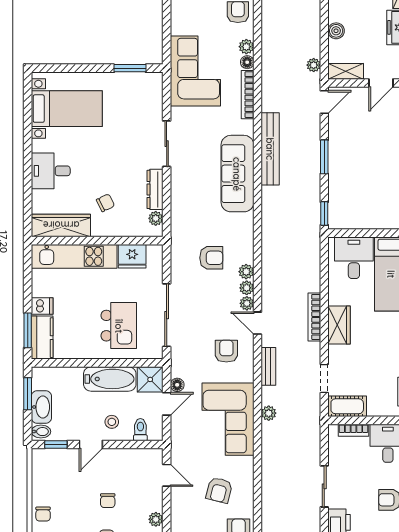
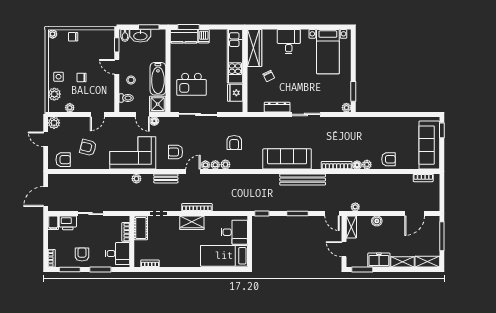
corner sofa: (195, 71) -> (352, 133), removed
plant: (156, 218) -> (346, 108), moved
armchair: (226, 351) -> (175, 152), turned 180

